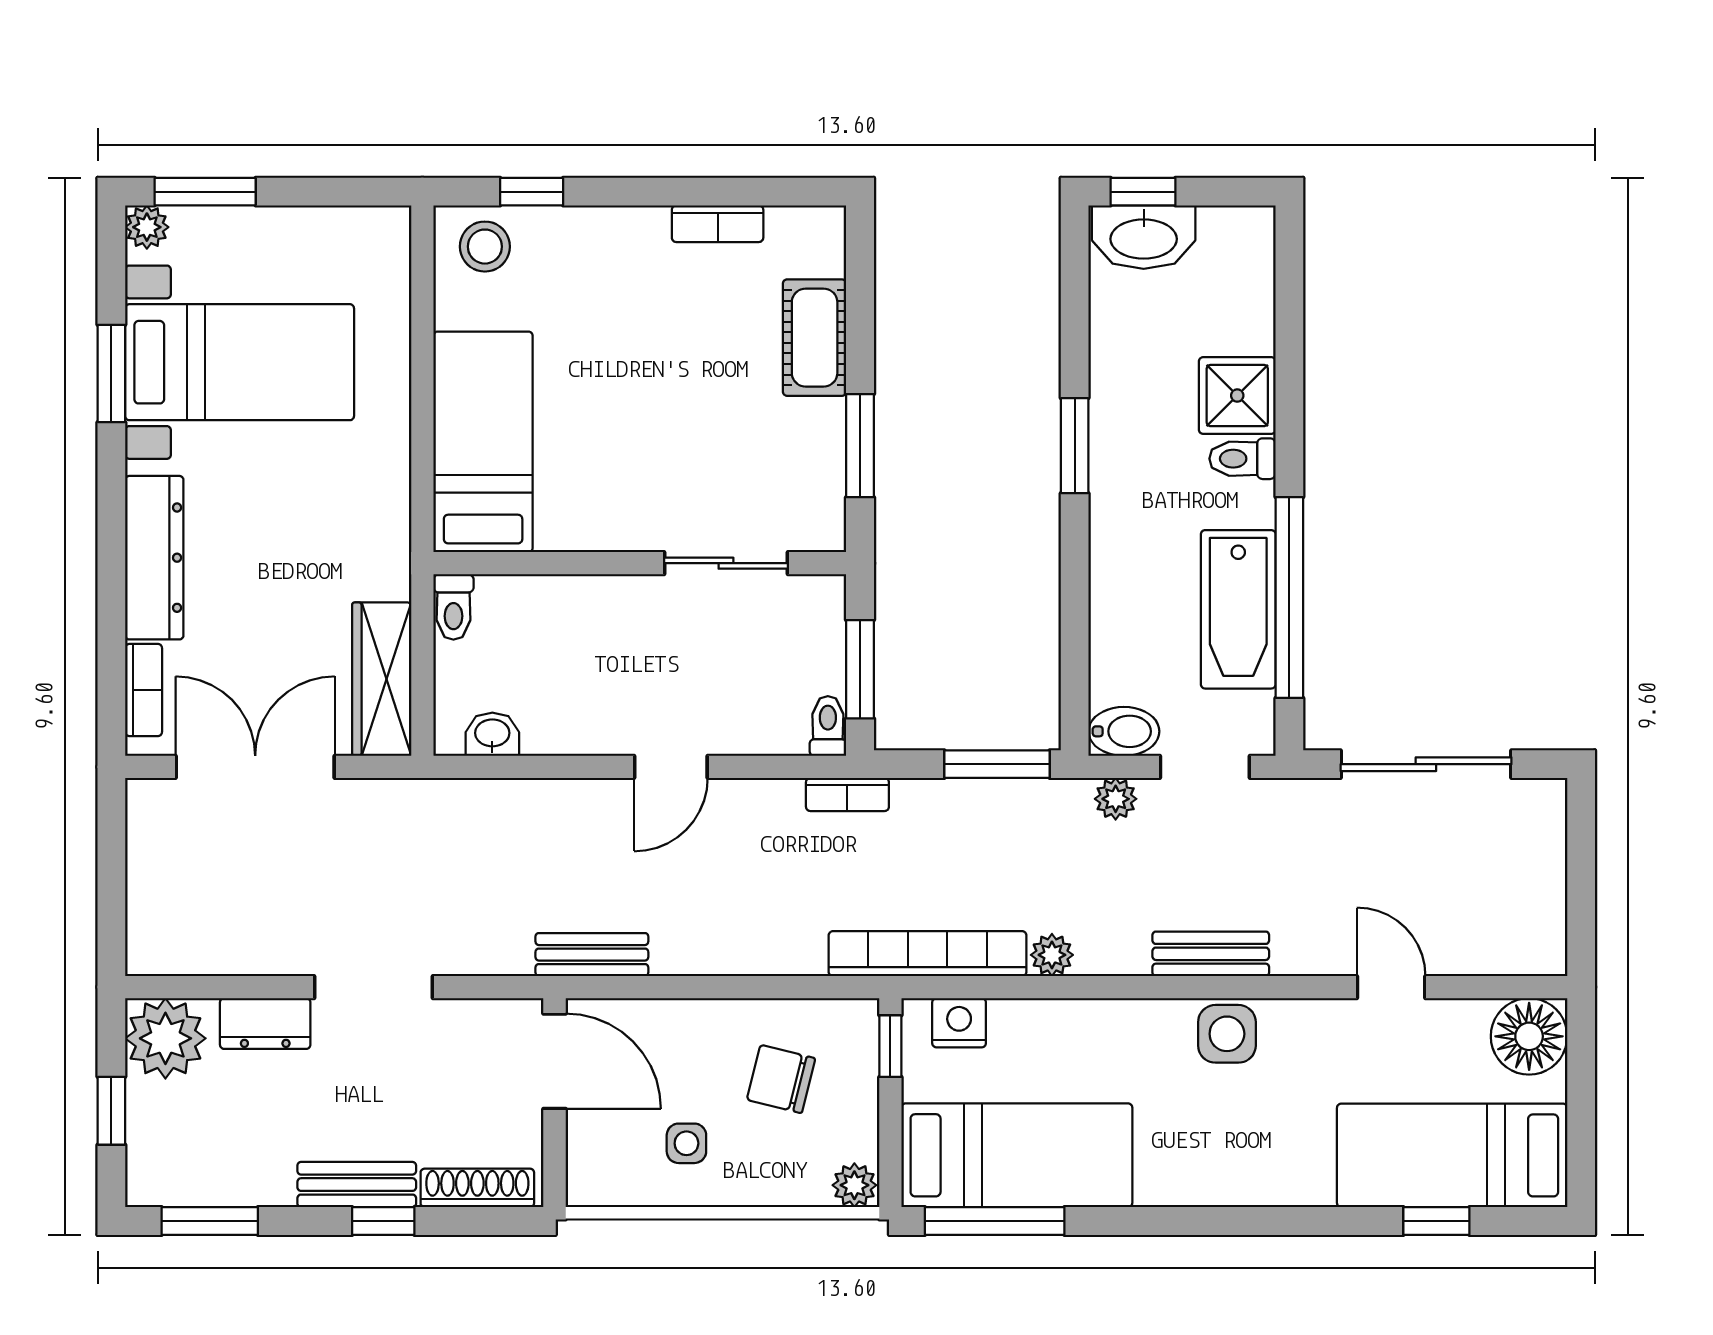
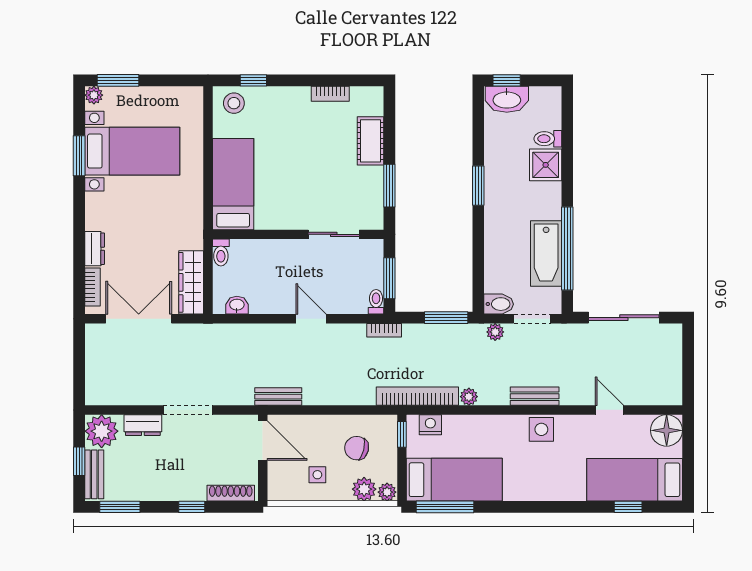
toilet: (1242, 459) -> (548, 139), moved
dresser: (154, 558) -> (95, 249), width x0.51, depth x0.80
door: (671, 767) -> (311, 319), swing flipped
plant: (799, 1178) -> (364, 489), added
bench: (357, 1185) -> (94, 474), moved, turned 90

